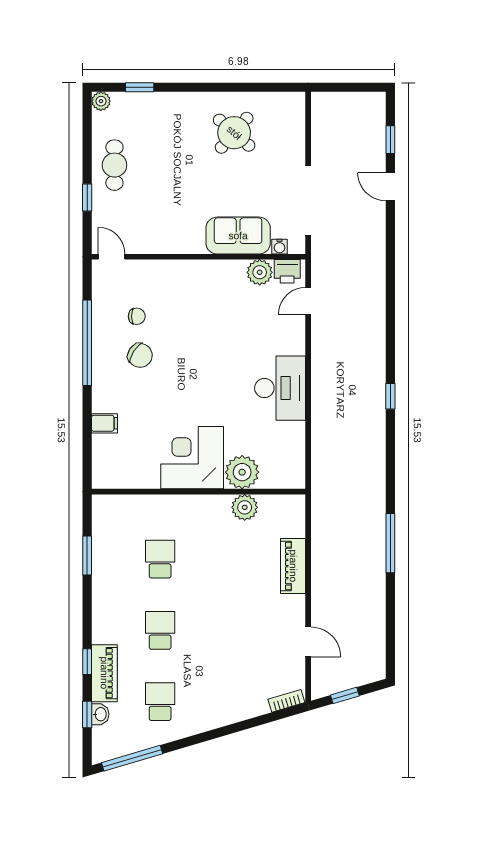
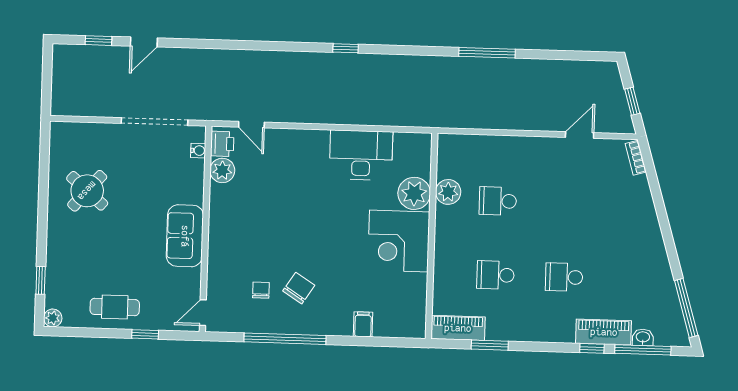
sofa: (238, 236) -> (185, 236), moved
desk: (280, 388) -> (361, 155), moved
piano: (293, 566) -> (458, 328), moved, turned 180
school desk: (160, 702) -> (498, 201), moved
window: (87, 714) -> (643, 350), width x2.17

